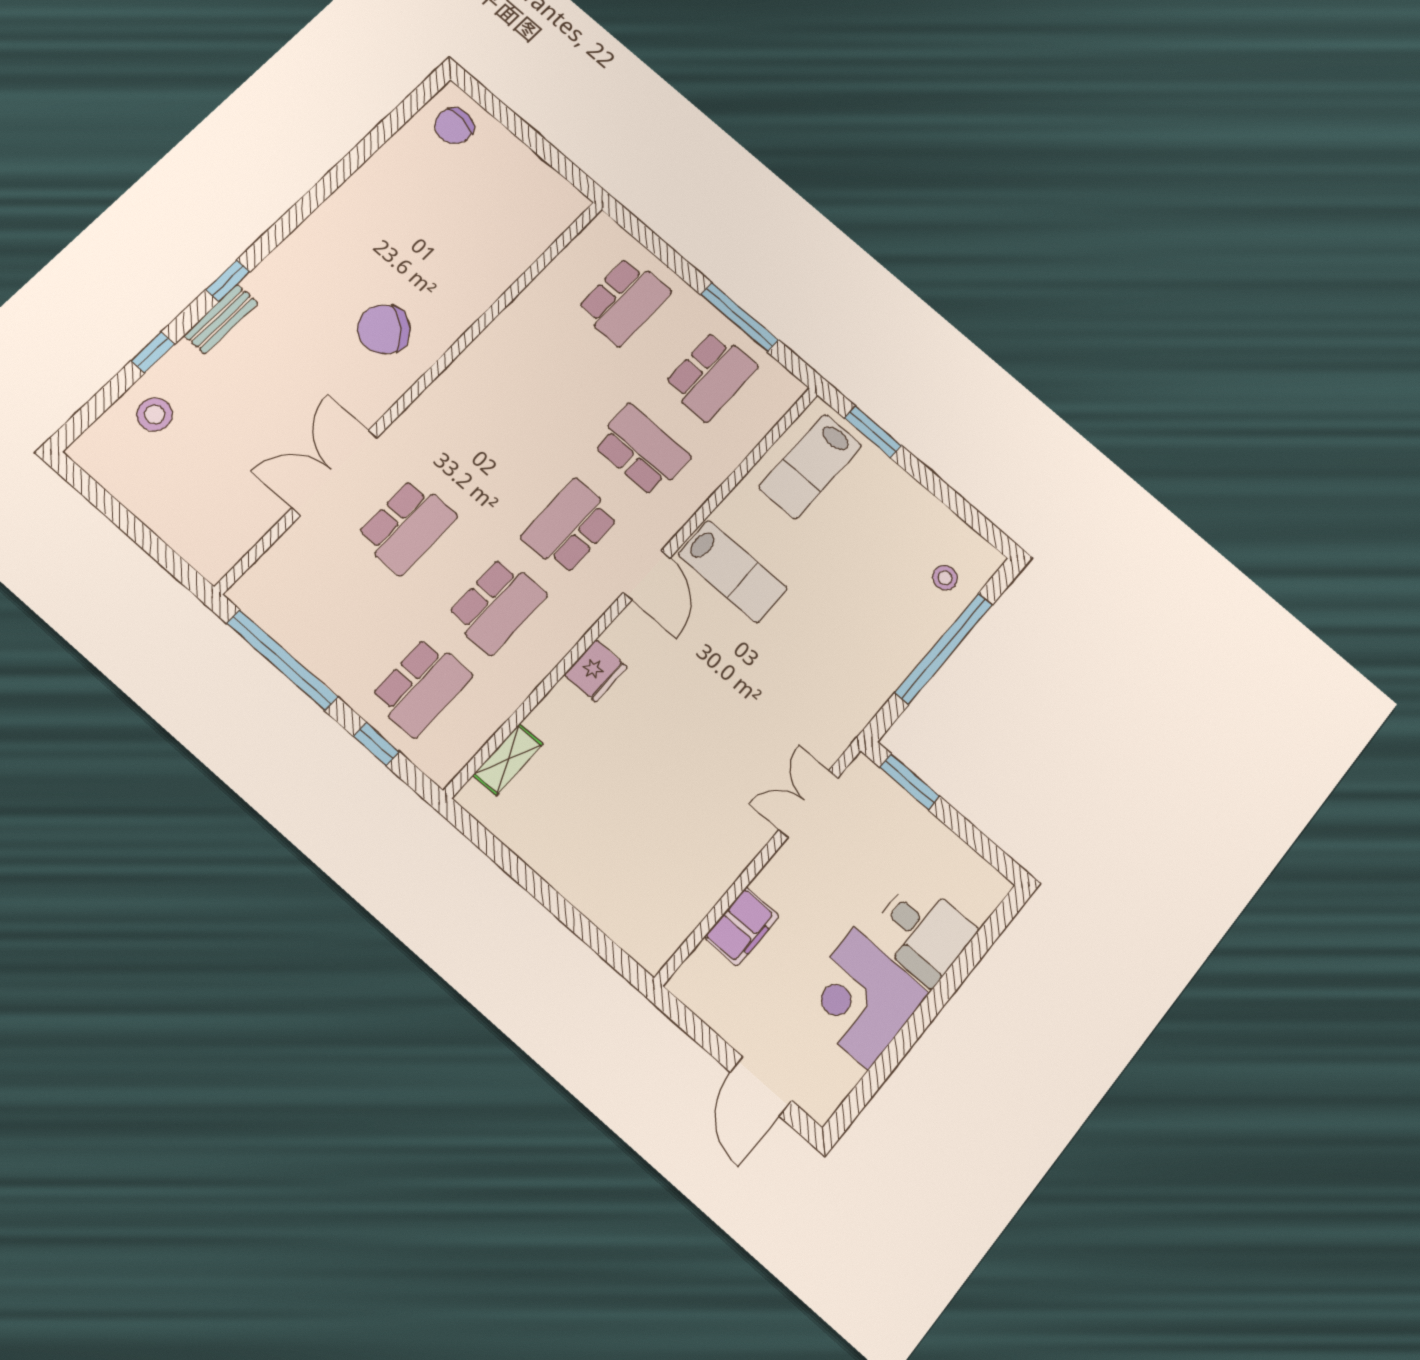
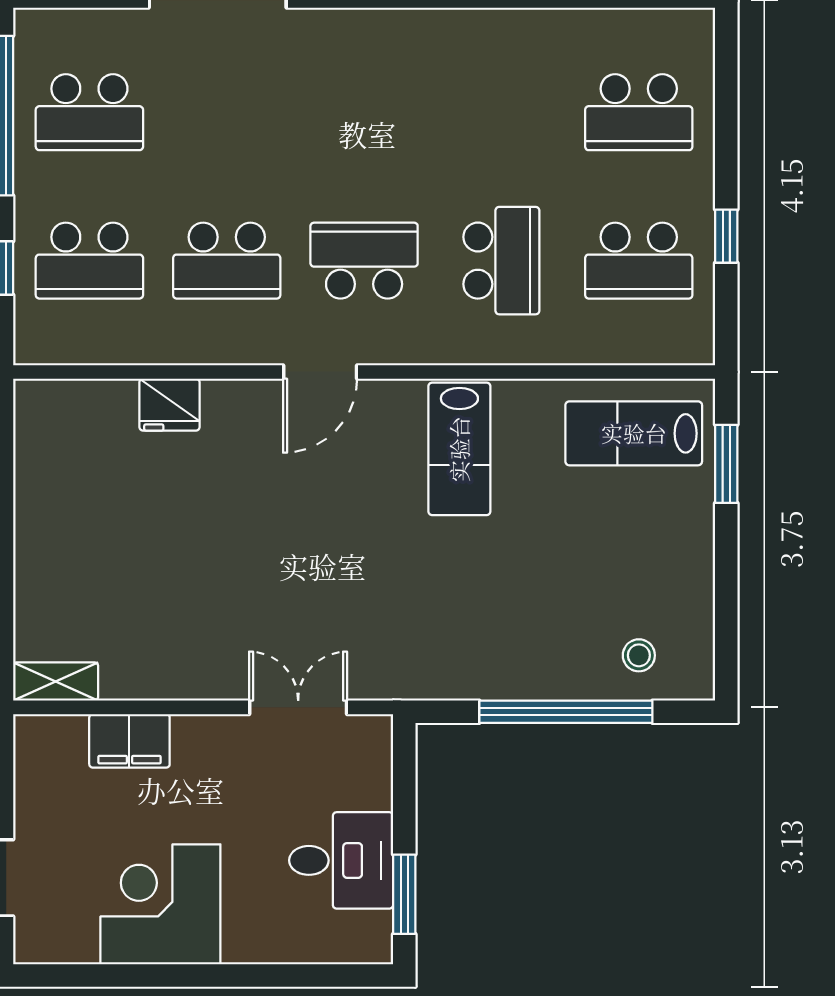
window: (740, 317) -> (726, 236), width x0.46
school desk: (407, 526) -> (89, 112), moved
door: (647, 575) -> (320, 372), moved
fridge: (596, 671) -> (169, 405), moved
shelving: (508, 760) -> (56, 681), moved
window: (910, 782) -> (404, 894), moved
desk: (923, 932) -> (341, 860), moved, turned -90

